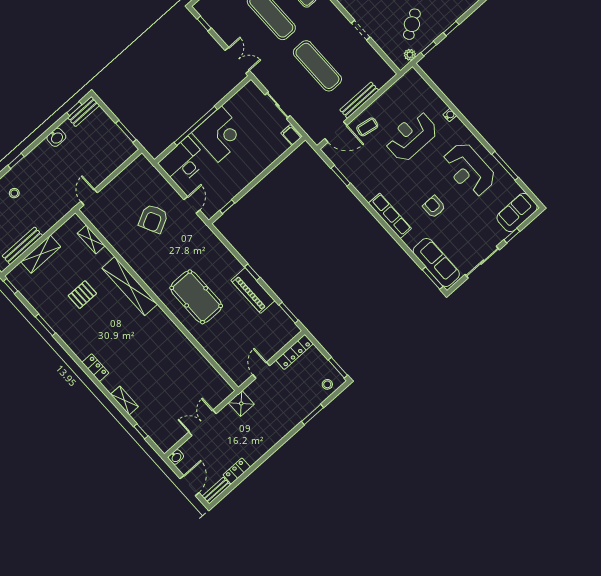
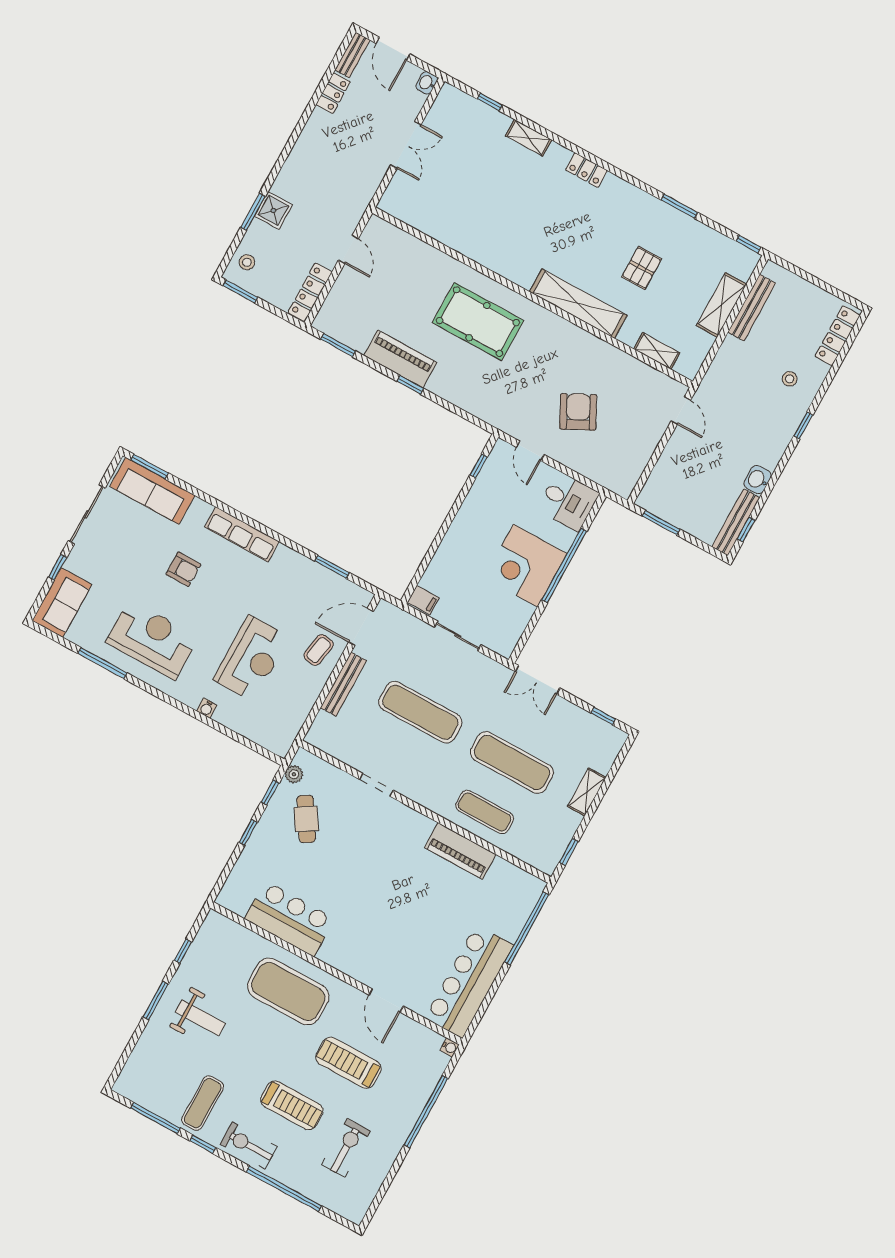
bench: (84, 111) -> (736, 522), width x1.36
desk: (183, 162) -> (568, 501), width x0.73
shower: (241, 403) -> (273, 210), moved

